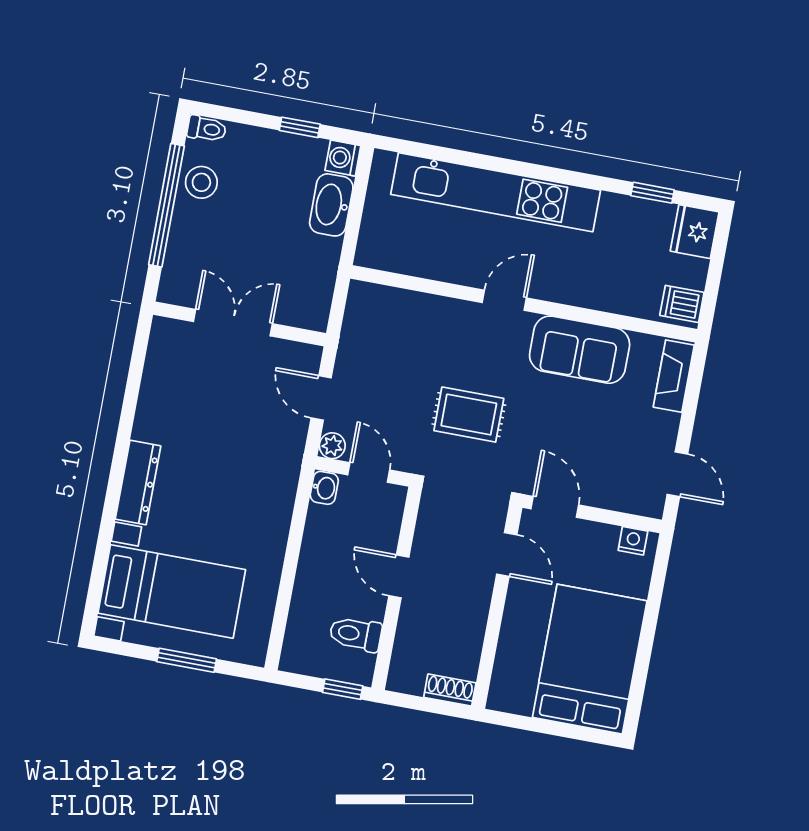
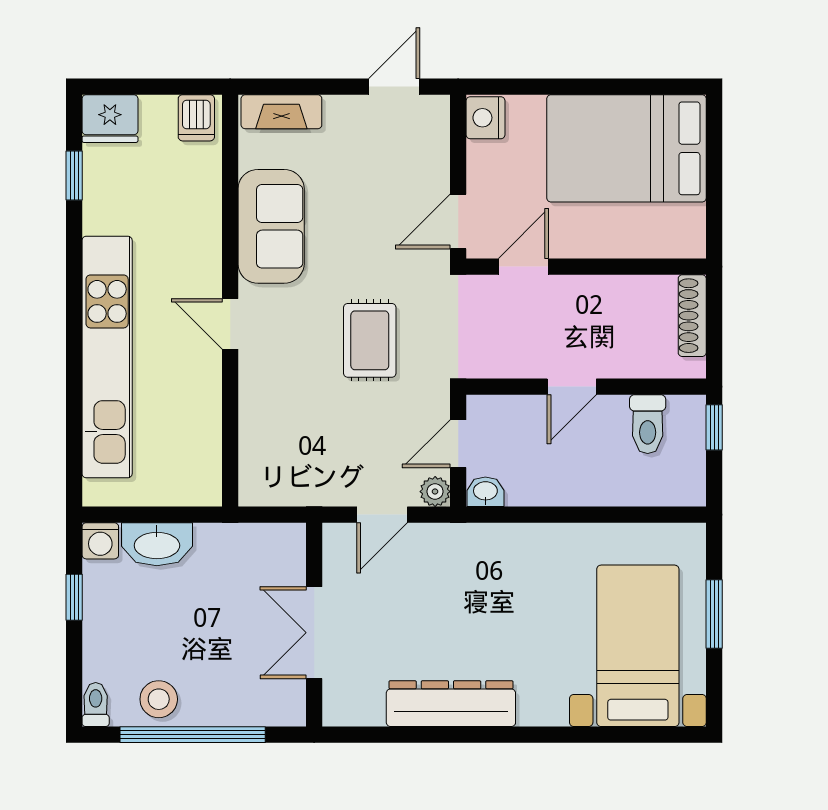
dresser: (138, 482) -> (451, 704), moved, width x1.37, depth x1.24
nightstand: (633, 541) -> (486, 118), width x1.39, depth x1.35
shoe rack: (450, 690) -> (692, 316), width x1.43

